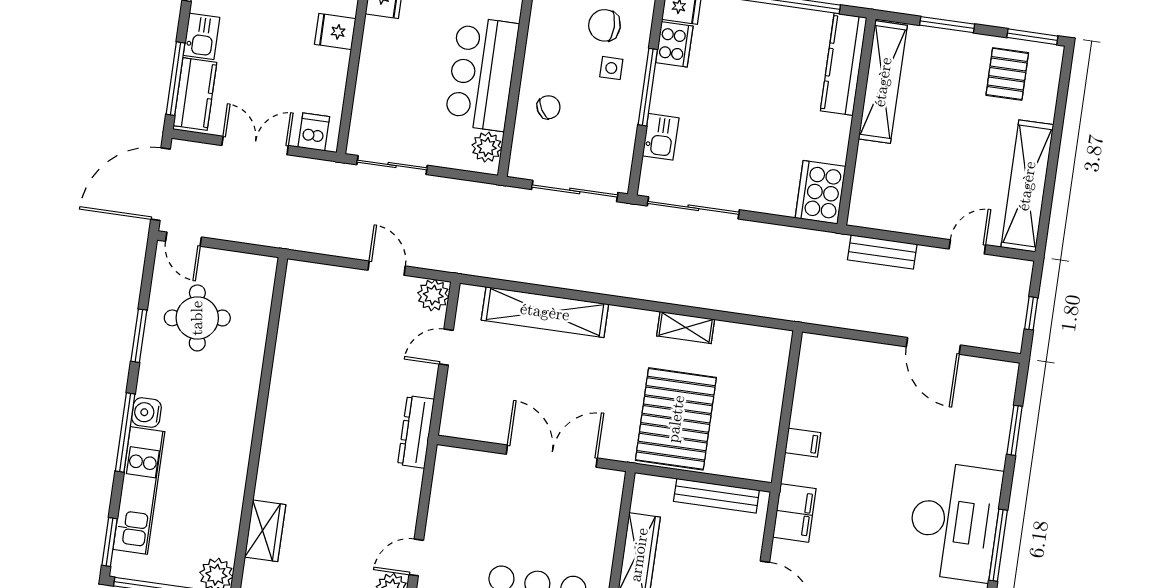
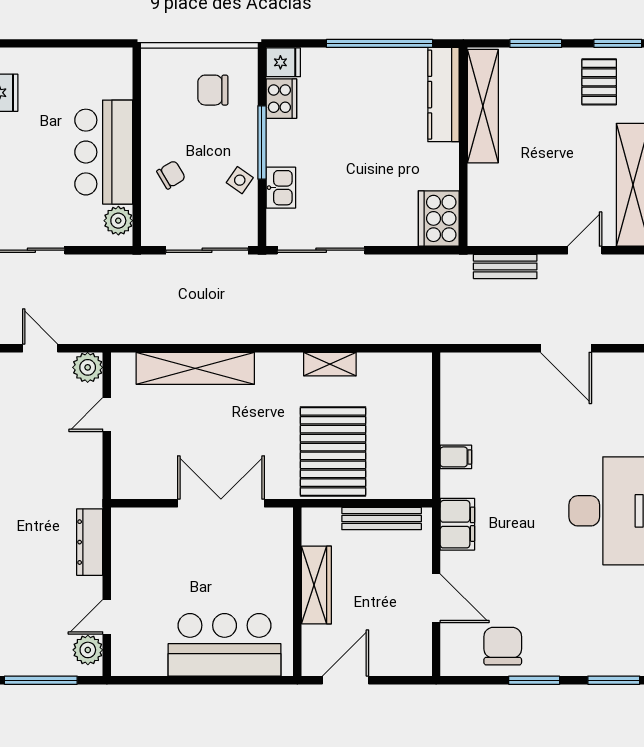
side table: (611, 68) -> (240, 180), moved, turned 35
dresser: (416, 432) -> (90, 542), moved

